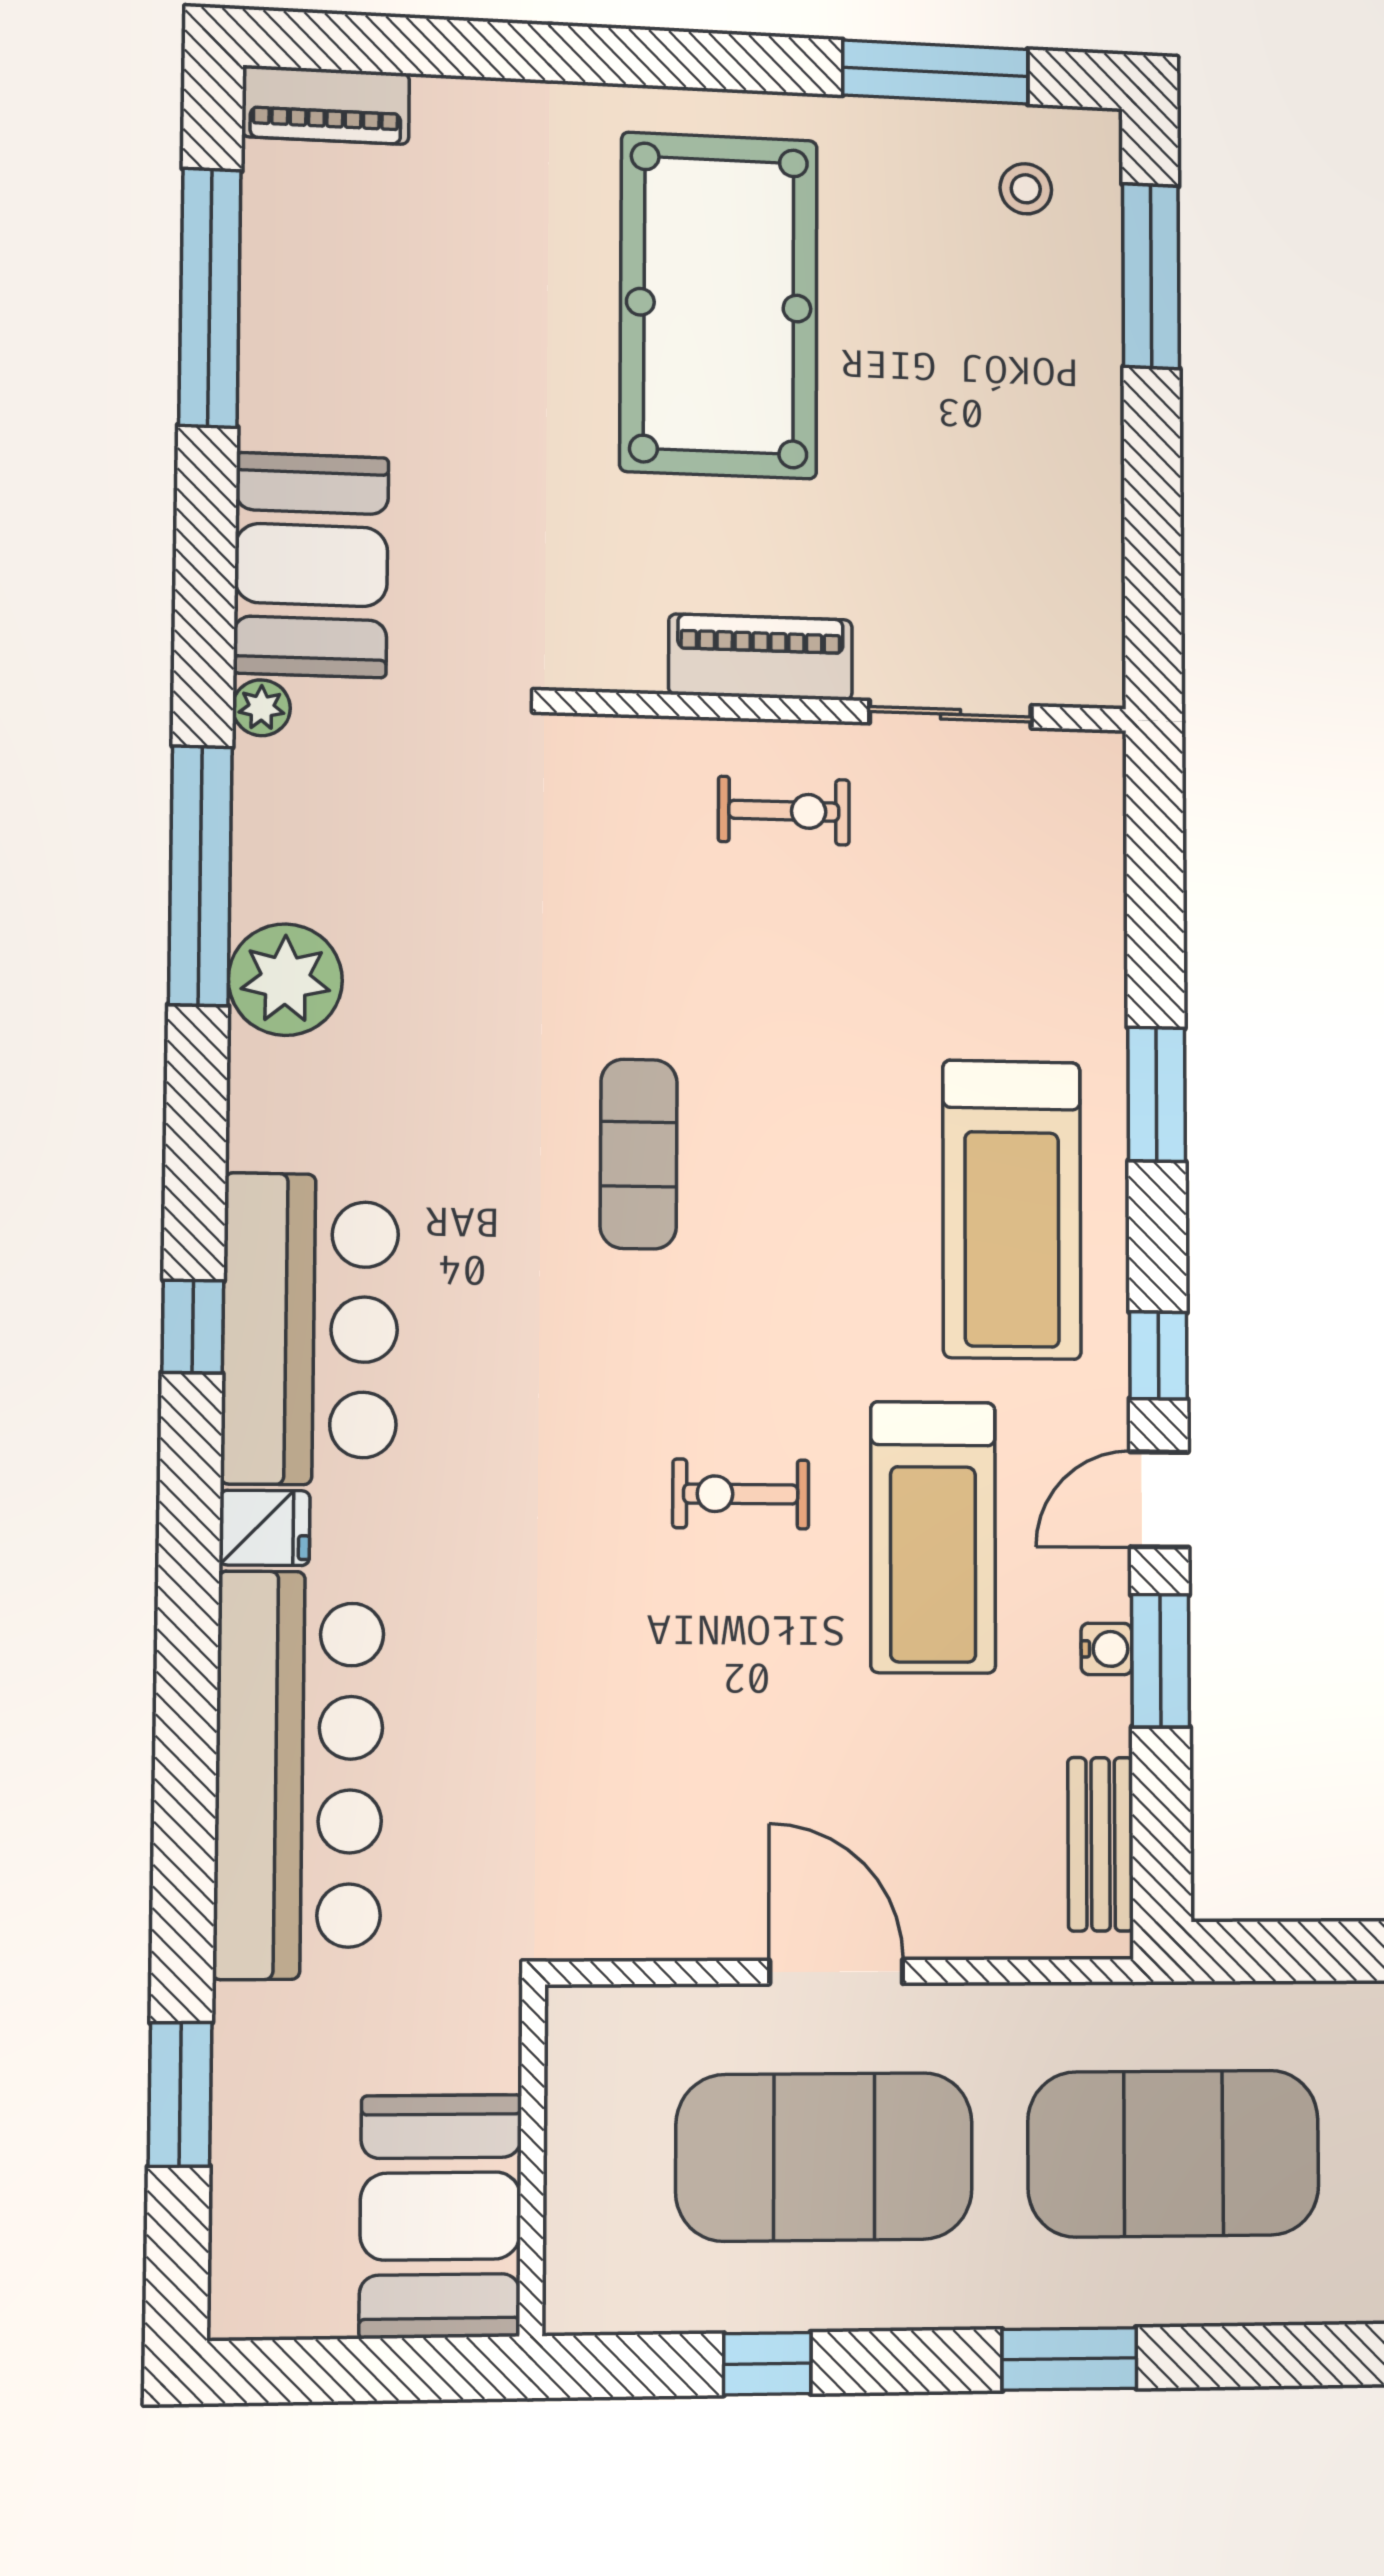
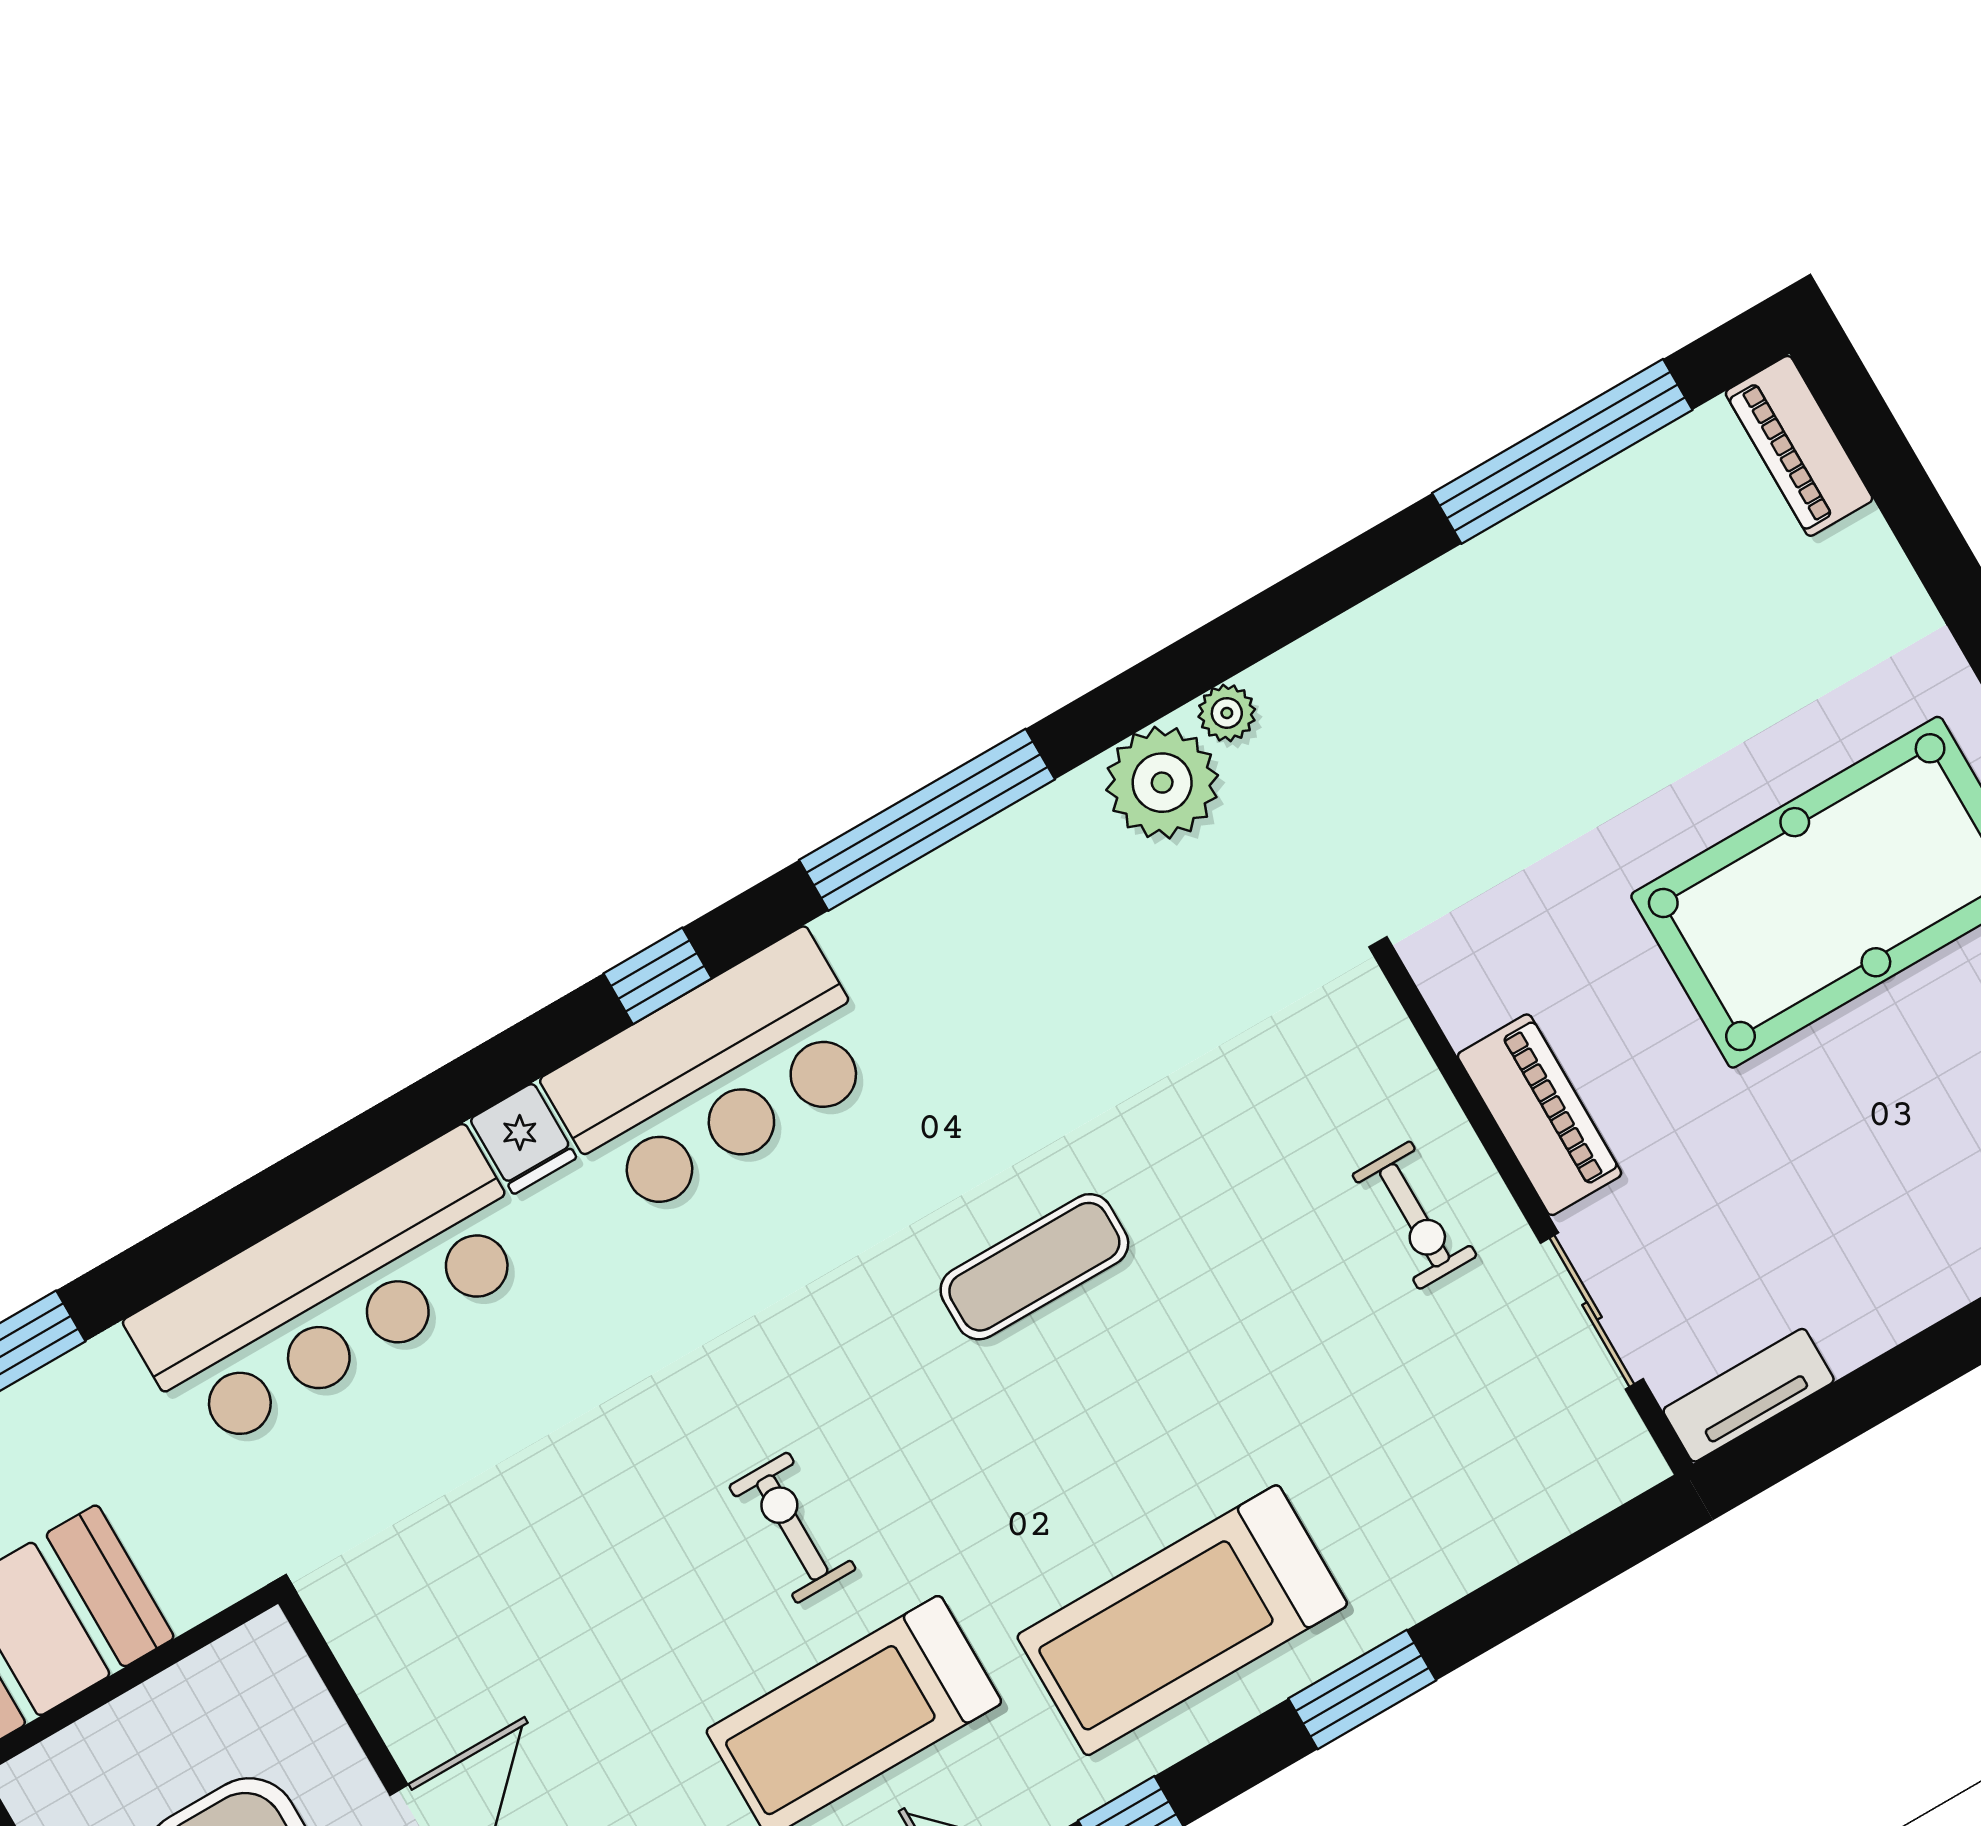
booth: (311, 565) -> (1379, 680), removed
tv unit: (1095, 630) -> (1749, 1395), added
window: (200, 876) -> (927, 820), moved
plant: (285, 980) -> (1162, 783), moved

